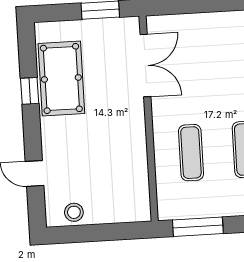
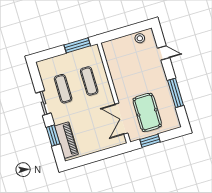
pool table: (61, 78) -> (147, 112), moved
window: (30, 91) -> (175, 93), width x2.17

